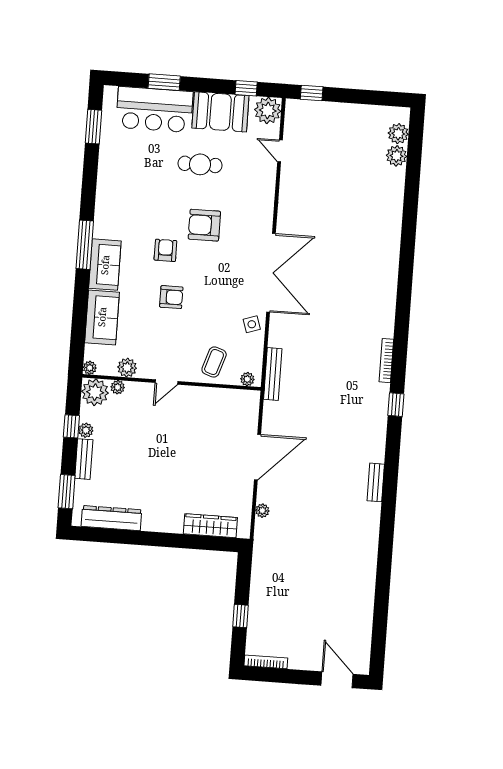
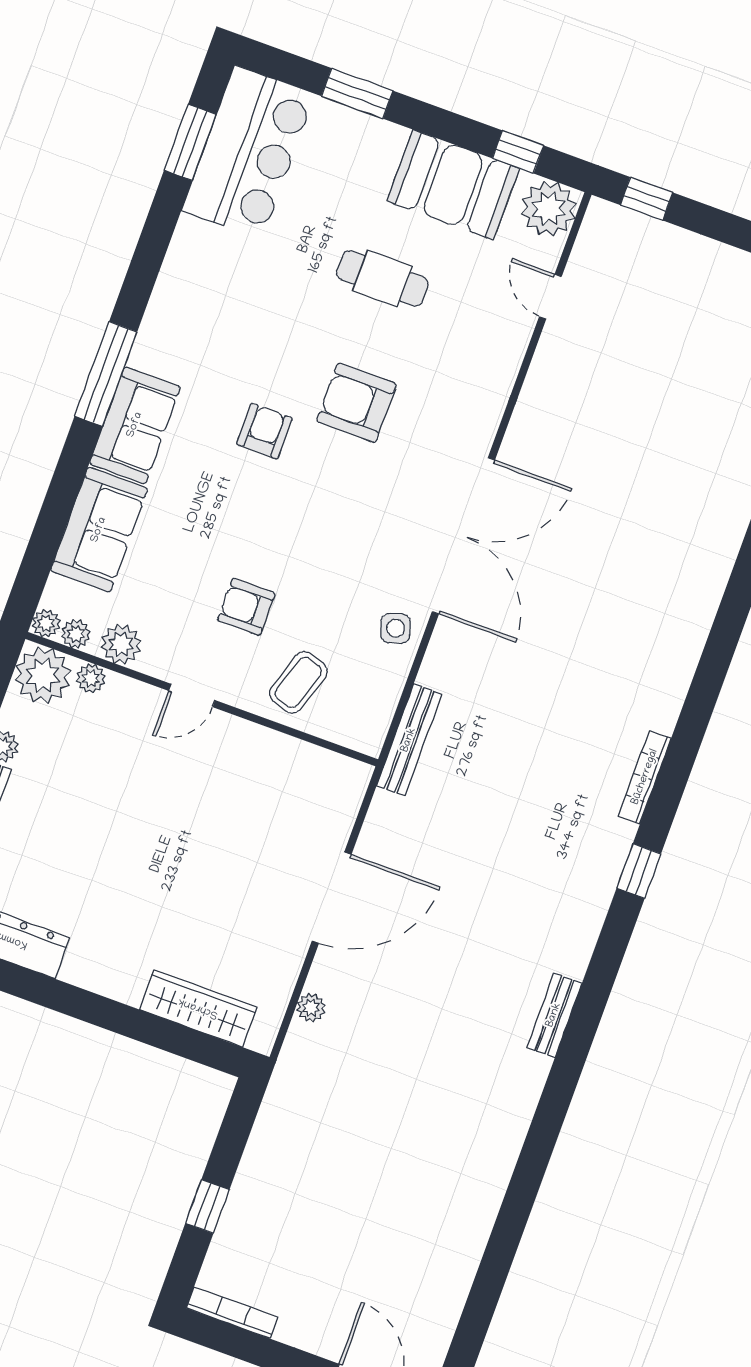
bar counter: (154, 109) -> (248, 152), moved, turned -90
armchair: (171, 297) -> (246, 607), moved, turned 180
plant: (247, 379) -> (76, 634), moved

